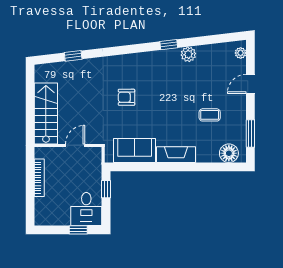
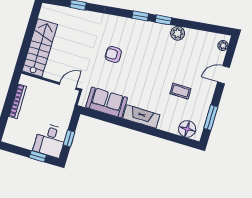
window: (143, 48) -> (140, 16), added
door: (75, 145) -> (68, 86), moved
window: (106, 189) -> (69, 138), moved

